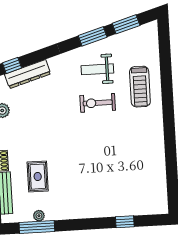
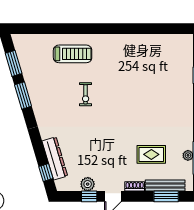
weight bench: (97, 69) -> (54, 93), removed
exercise bike: (98, 103) -> (86, 94), width x0.73, depth x0.72

